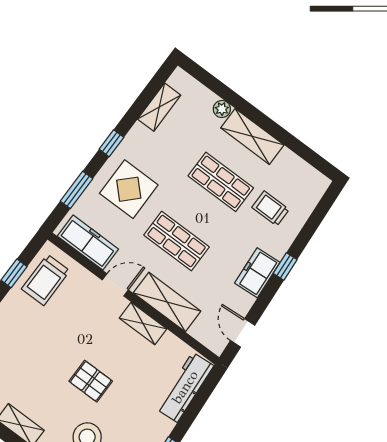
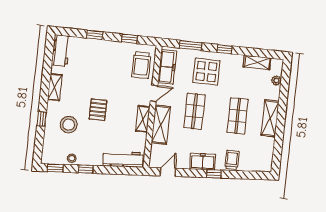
plant: (222, 109) -> (276, 80), moved
trolley: (271, 208) -> (232, 160), moved
trolley: (46, 280) -> (141, 65), moved, turned -90
door: (115, 285) -> (154, 93), hinge flipped

